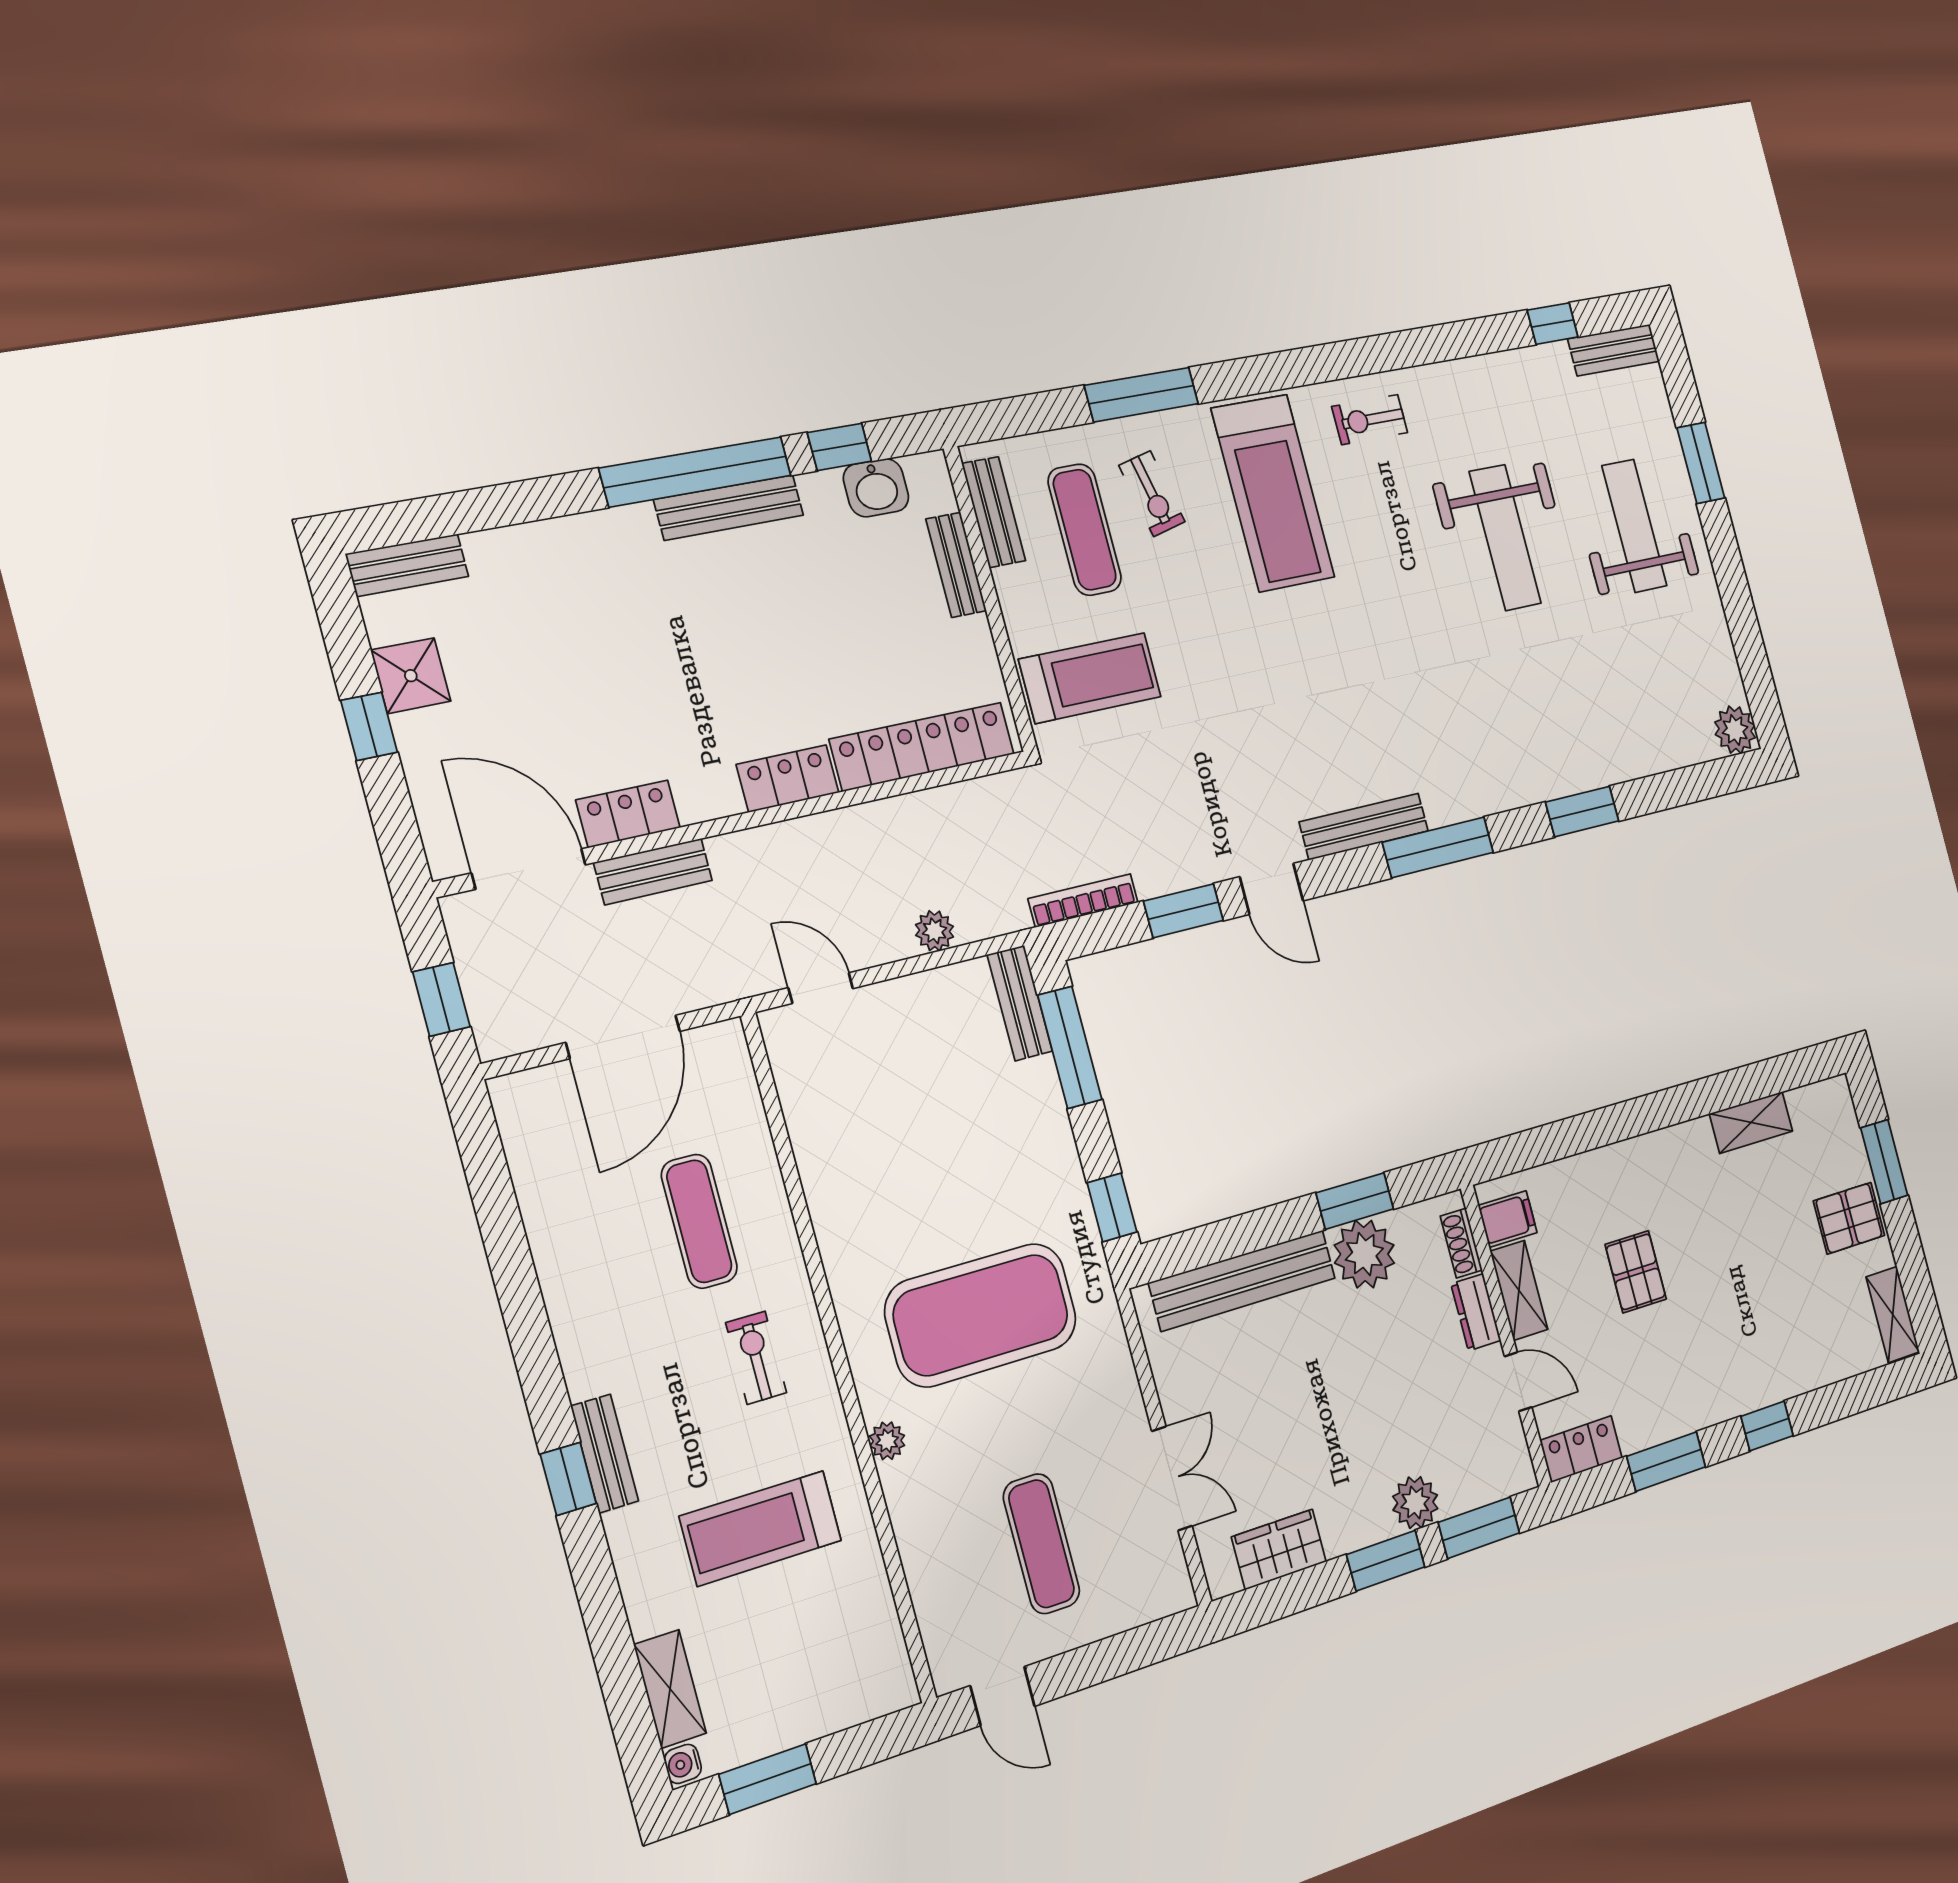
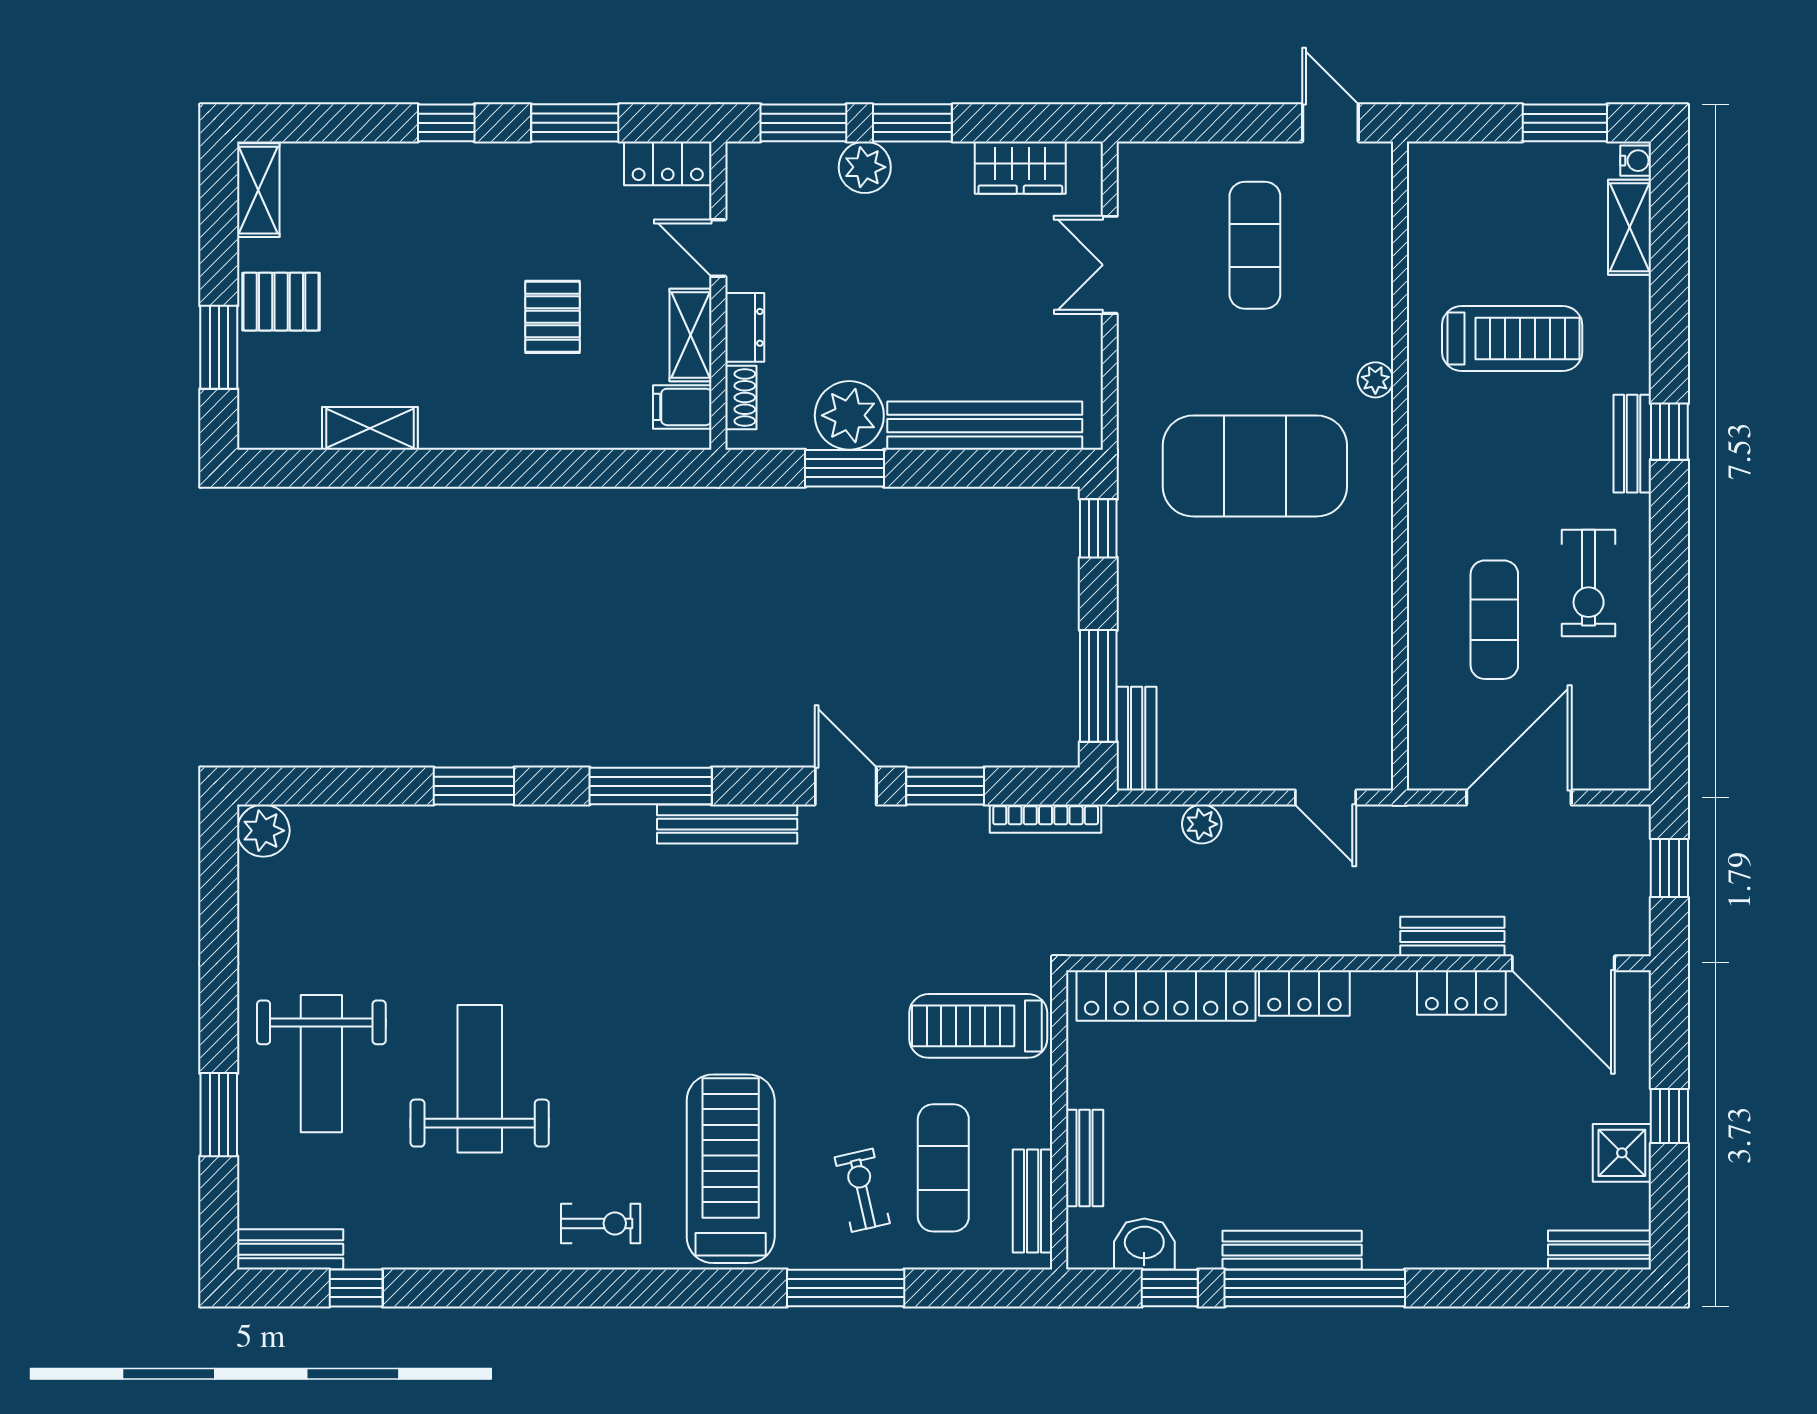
exercise bike: (756, 1358) -> (1589, 583), moved, width x1.38, depth x1.39

